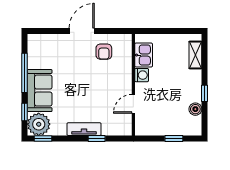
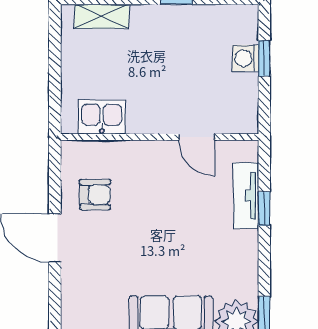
washing machine: (142, 75) -> (245, 58), moved, turned -90
boiler: (195, 109) -> (207, 16), removed
tv unit: (84, 129) -> (246, 196), moved

